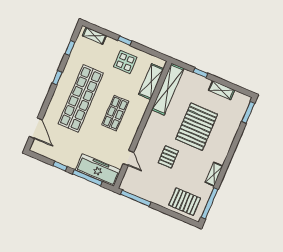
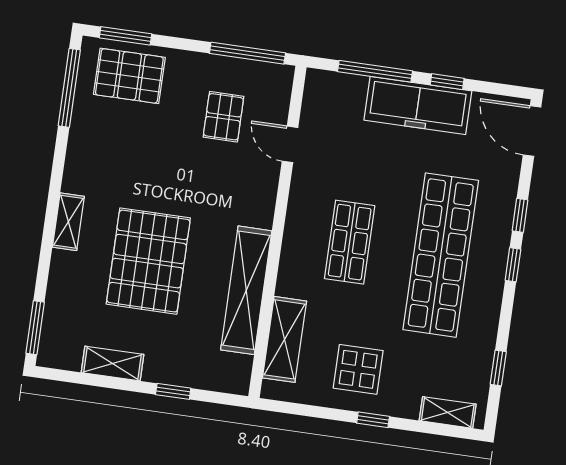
window: (57, 78) -> (513, 265), moved
shelving: (168, 89) -> (246, 290), moved
window: (45, 106) -> (520, 215), added
door: (36, 128) -> (532, 131), moved
pallet: (168, 157) -> (223, 117), moved
freezer: (98, 170) -> (418, 105), moved
shelving: (214, 174) -> (68, 222), moved
window: (182, 218) -> (125, 36), added

